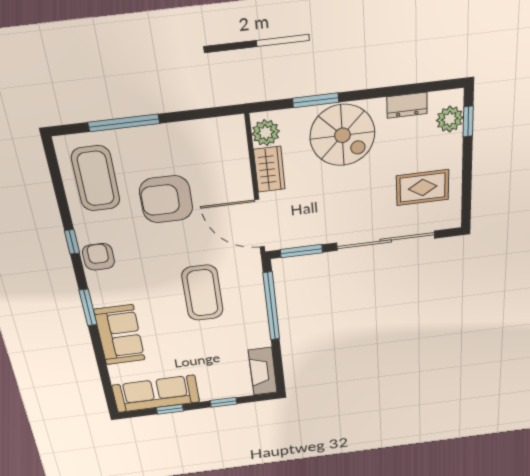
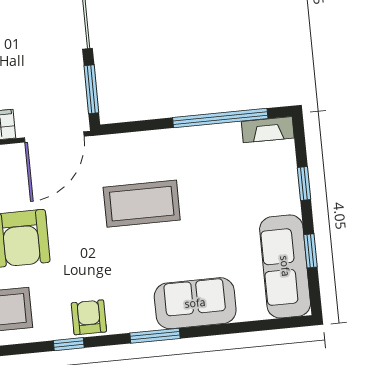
armchair: (98, 257) -> (89, 317), turned 90
window: (271, 306) -> (220, 118), moved
fireplace: (263, 371) -> (268, 130), width x0.73, depth x0.76

